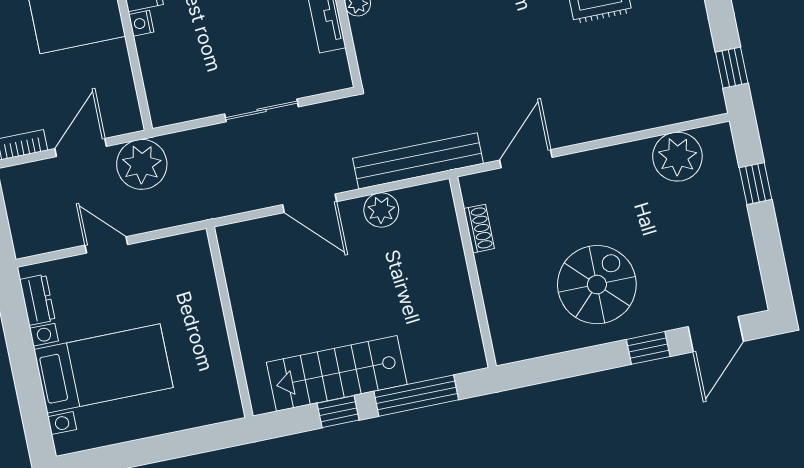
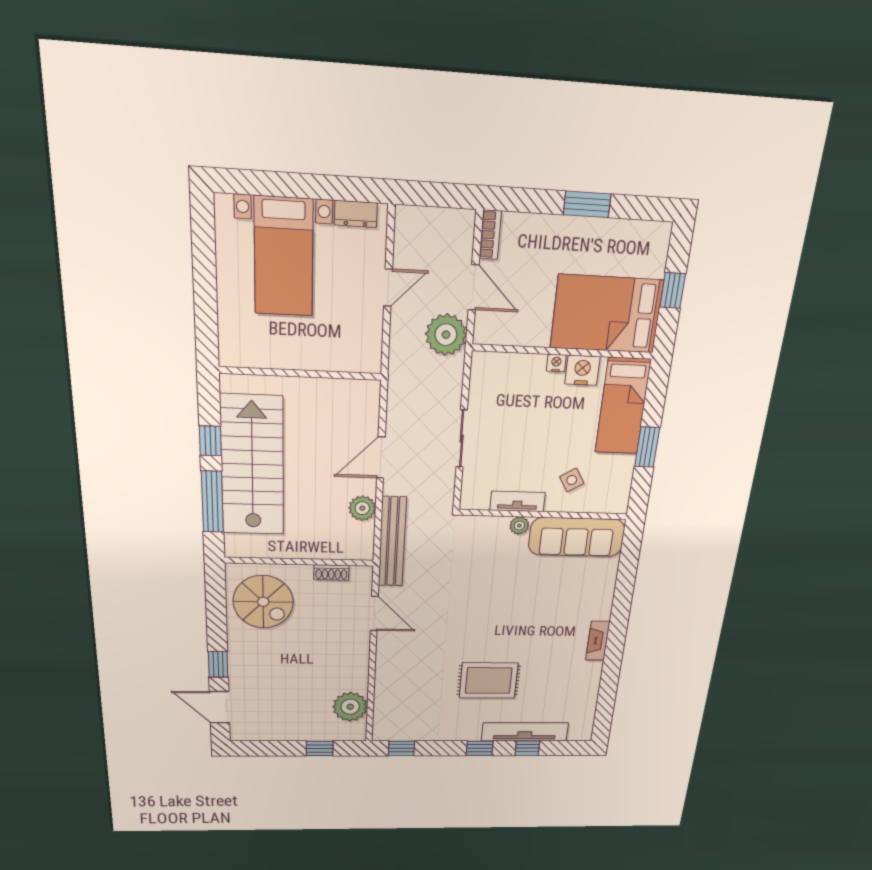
spiral stairs: (597, 285) -> (263, 602), moved
stairs: (337, 373) -> (252, 466), width x1.36, depth x1.51

